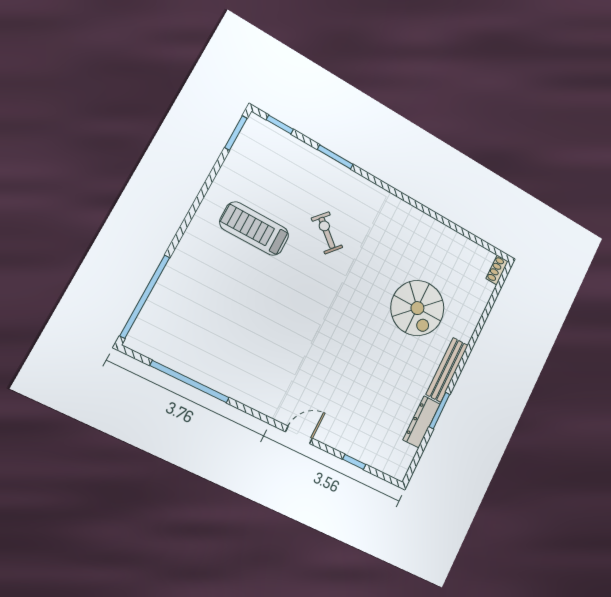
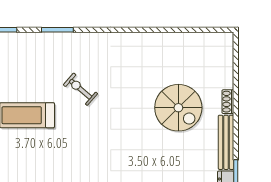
shoe rack: (497, 270) -> (228, 102), moved

